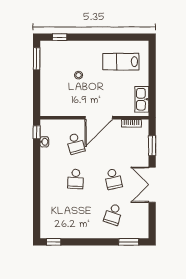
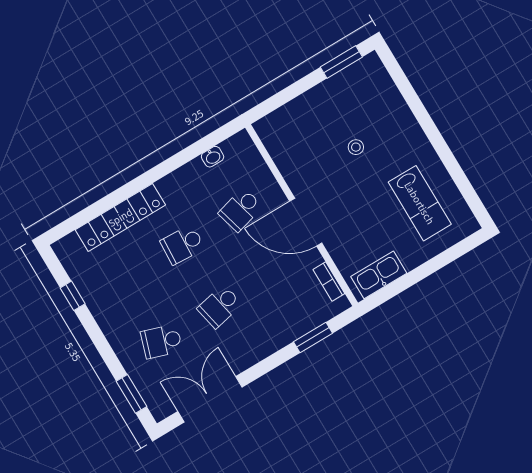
window: (60, 37) -> (400, 78), removed
lab bench: (121, 62) -> (420, 203), turned 180
window: (37, 132) -> (221, 135), removed
double door: (152, 185) -> (210, 399), moved
locker: (47, 199) -> (120, 217), added
window: (54, 242) -> (73, 296), moved

